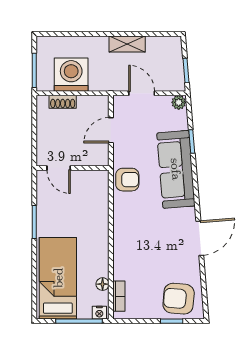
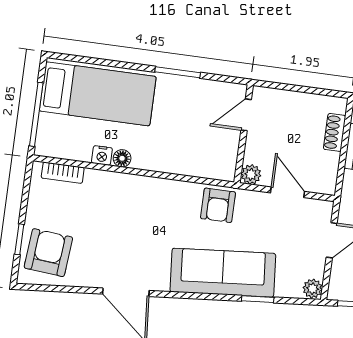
plant: (102, 159) -> (251, 174), added
floor lamp: (103, 284) -> (122, 158), moved
nightstand: (99, 313) -> (102, 155), moved, turned -90

